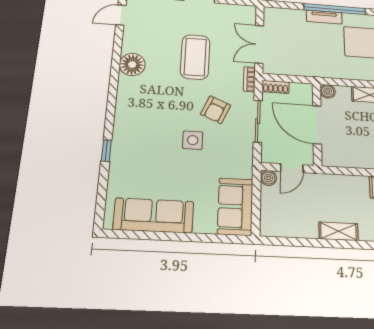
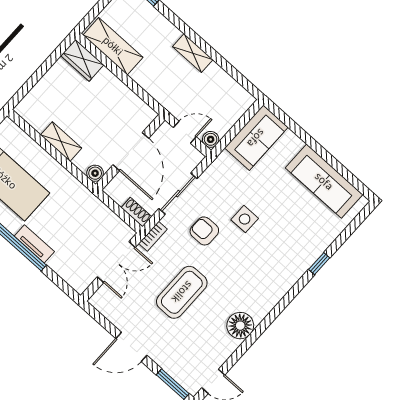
armchair: (216, 110) -> (204, 231), turned -113

